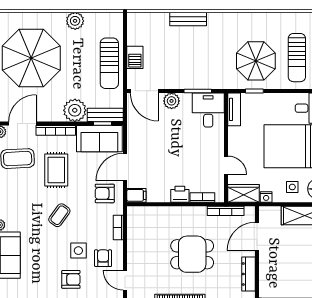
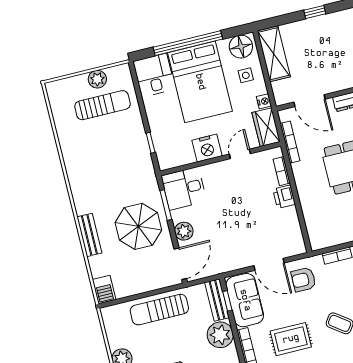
barbecue: (135, 57) -> (104, 290), moved, turned 90
parasol: (256, 61) -> (138, 226), moved
sun lounger: (109, 63) -> (159, 310), turned 180
tv unit: (234, 109) -> (176, 160), removed
nightstand: (238, 138) -> (207, 148), added
armchair: (105, 193) -> (303, 280), turned 90
filing cabinet: (136, 195) -> (297, 244), removed

